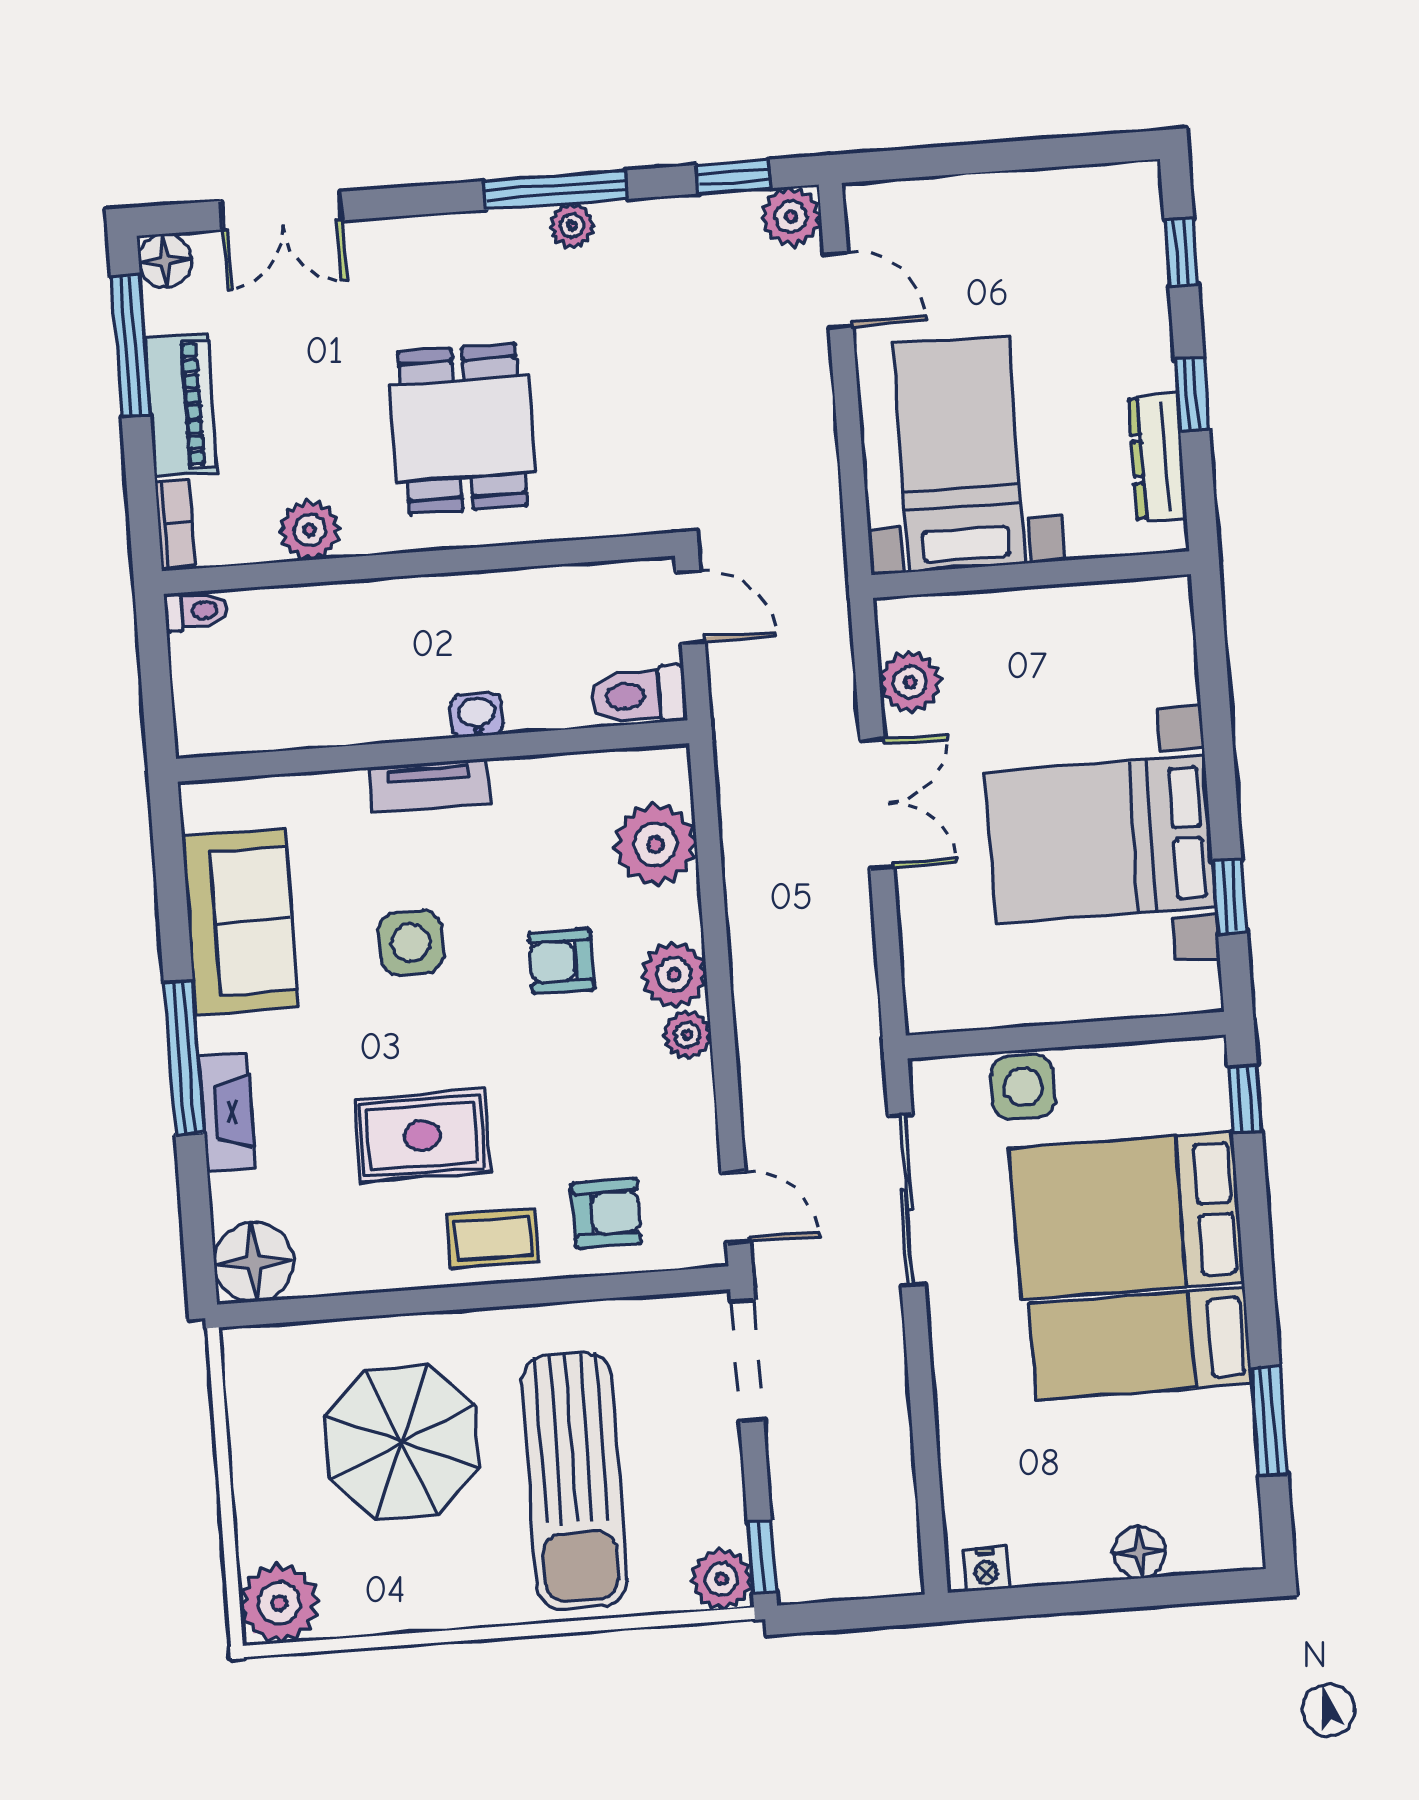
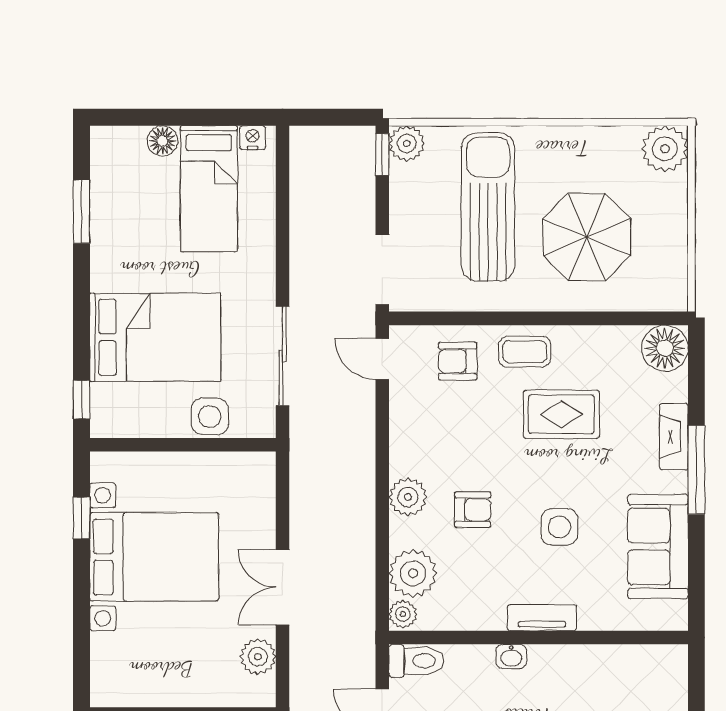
plant: (687, 1035) -> (403, 614), moved
bed: (1140, 1344) -> (209, 189), moved, turned 90

